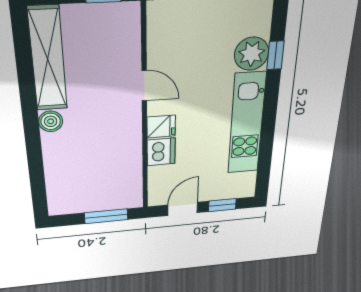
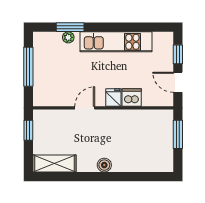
plant: (252, 54) -> (68, 37), width x0.53, depth x0.53
window: (275, 55) -> (70, 27), width x1.50
shelving: (48, 59) -> (54, 163), width x0.68

